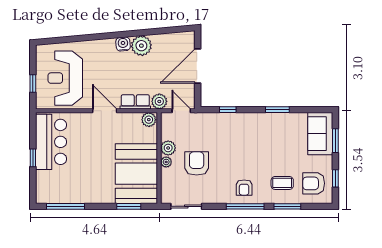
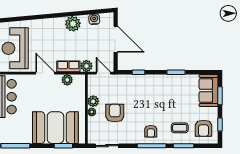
water cooler: (123, 44) -> (94, 19), moved
door: (198, 66) -> (116, 39), swing flipped
plant: (149, 120) -> (67, 80), moved
booth: (136, 174) -> (55, 128), moved, turned 90
armchair: (314, 183) -> (204, 128), turned -90

